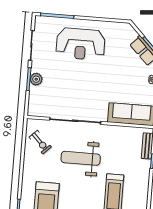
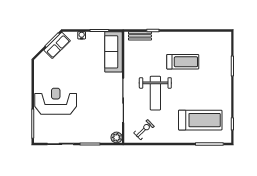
reception desk: (81, 44) -> (56, 101), turned -90
plant: (36, 79) -> (117, 137), moved

